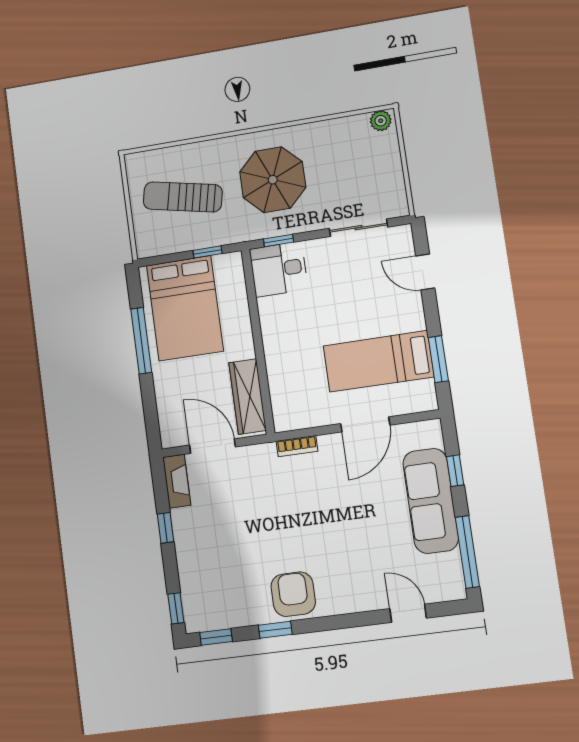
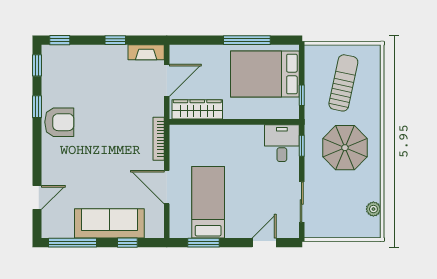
plant: (381, 121) -> (373, 209), moved
bookcase: (297, 446) -> (159, 139), width x1.56

